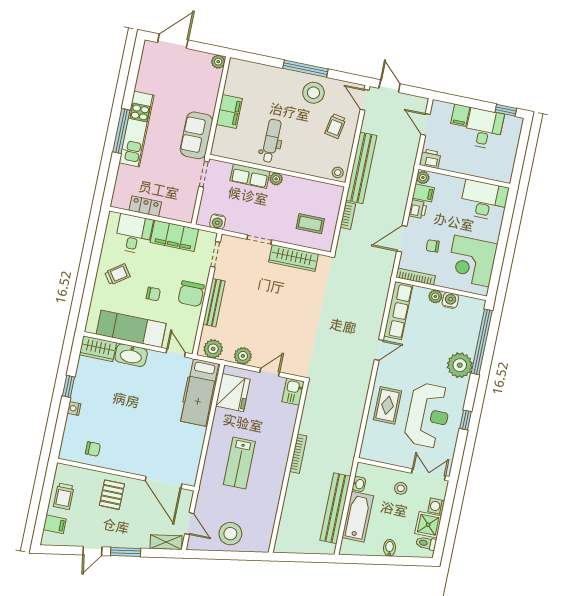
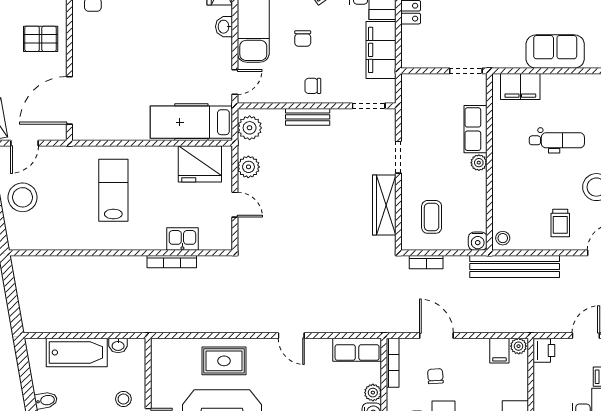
filing cabinet: (229, 111) -> (520, 86), moved
trolley: (335, 126) -> (560, 223), turned -100
sofa: (196, 135) -> (555, 52), moved
dental chair: (271, 141) -> (557, 140), moved
printer: (418, 209) -> (478, 348), removed
bookcase: (348, 216) -> (426, 262), moved
water cooler: (218, 222) -> (478, 241), moved, turned -90
chair: (191, 294) -> (313, 86), width x0.54, depth x0.54
bench: (214, 303) -> (308, 117), width x0.73
row of seats: (398, 311) -> (357, 350), width x0.68
washbasin: (131, 355) -> (224, 27), width x0.52, depth x0.69
kitchen sink: (293, 392) -> (182, 239), moved
bookcase: (298, 454) -> (172, 262), moved
lab bench: (239, 463) -> (113, 190), turned 90
bench: (335, 508) -> (81, 322), removed

